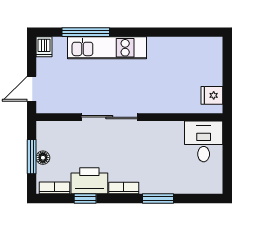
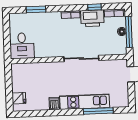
dishwasher: (44, 47) -> (54, 104), moved
fridge: (212, 95) -> (19, 98), moved
window: (32, 157) -> (129, 32), width x1.44
window: (158, 198) -> (36, 9), moved

